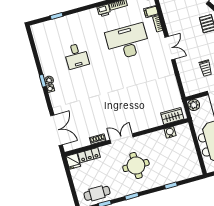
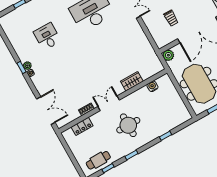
desk: (76, 56) -> (47, 36), turned 180
wardrobe: (172, 116) -> (132, 81), moved
fridge: (73, 161) -> (69, 136), removed

